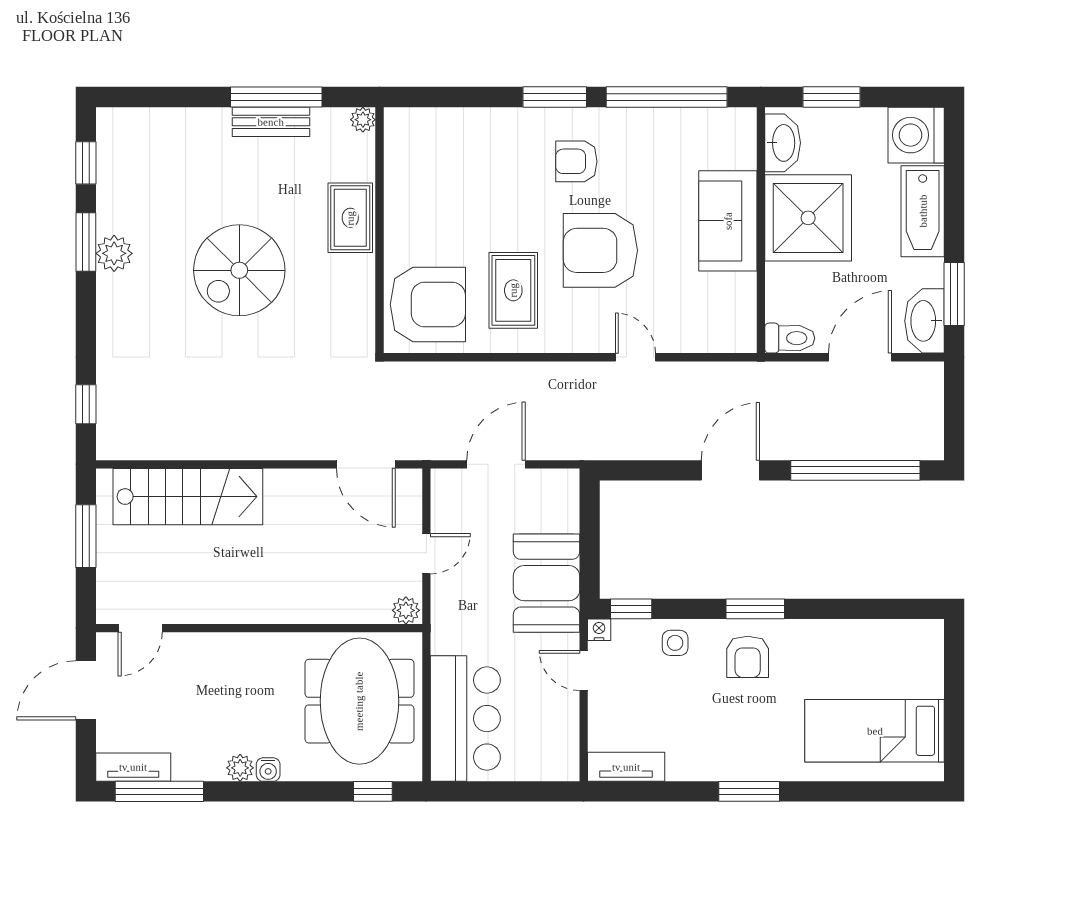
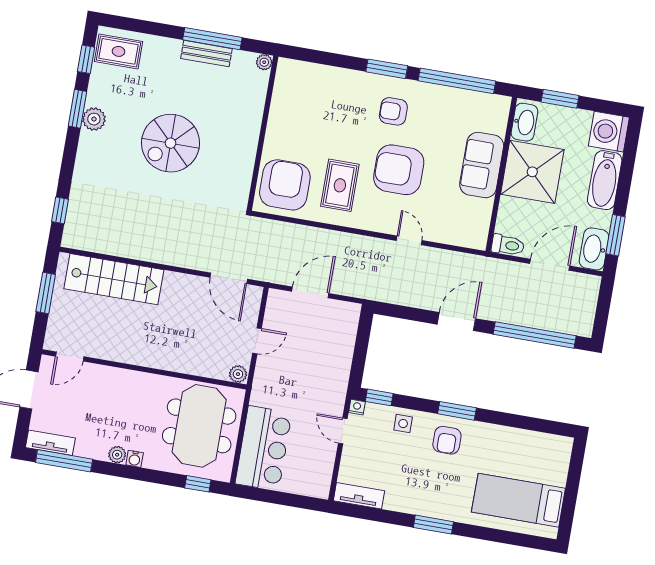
rug: (350, 218) -> (119, 51), moved, turned 90
armchair: (428, 304) -> (285, 185), turned -90
booth: (546, 583) -> (329, 372), removed

